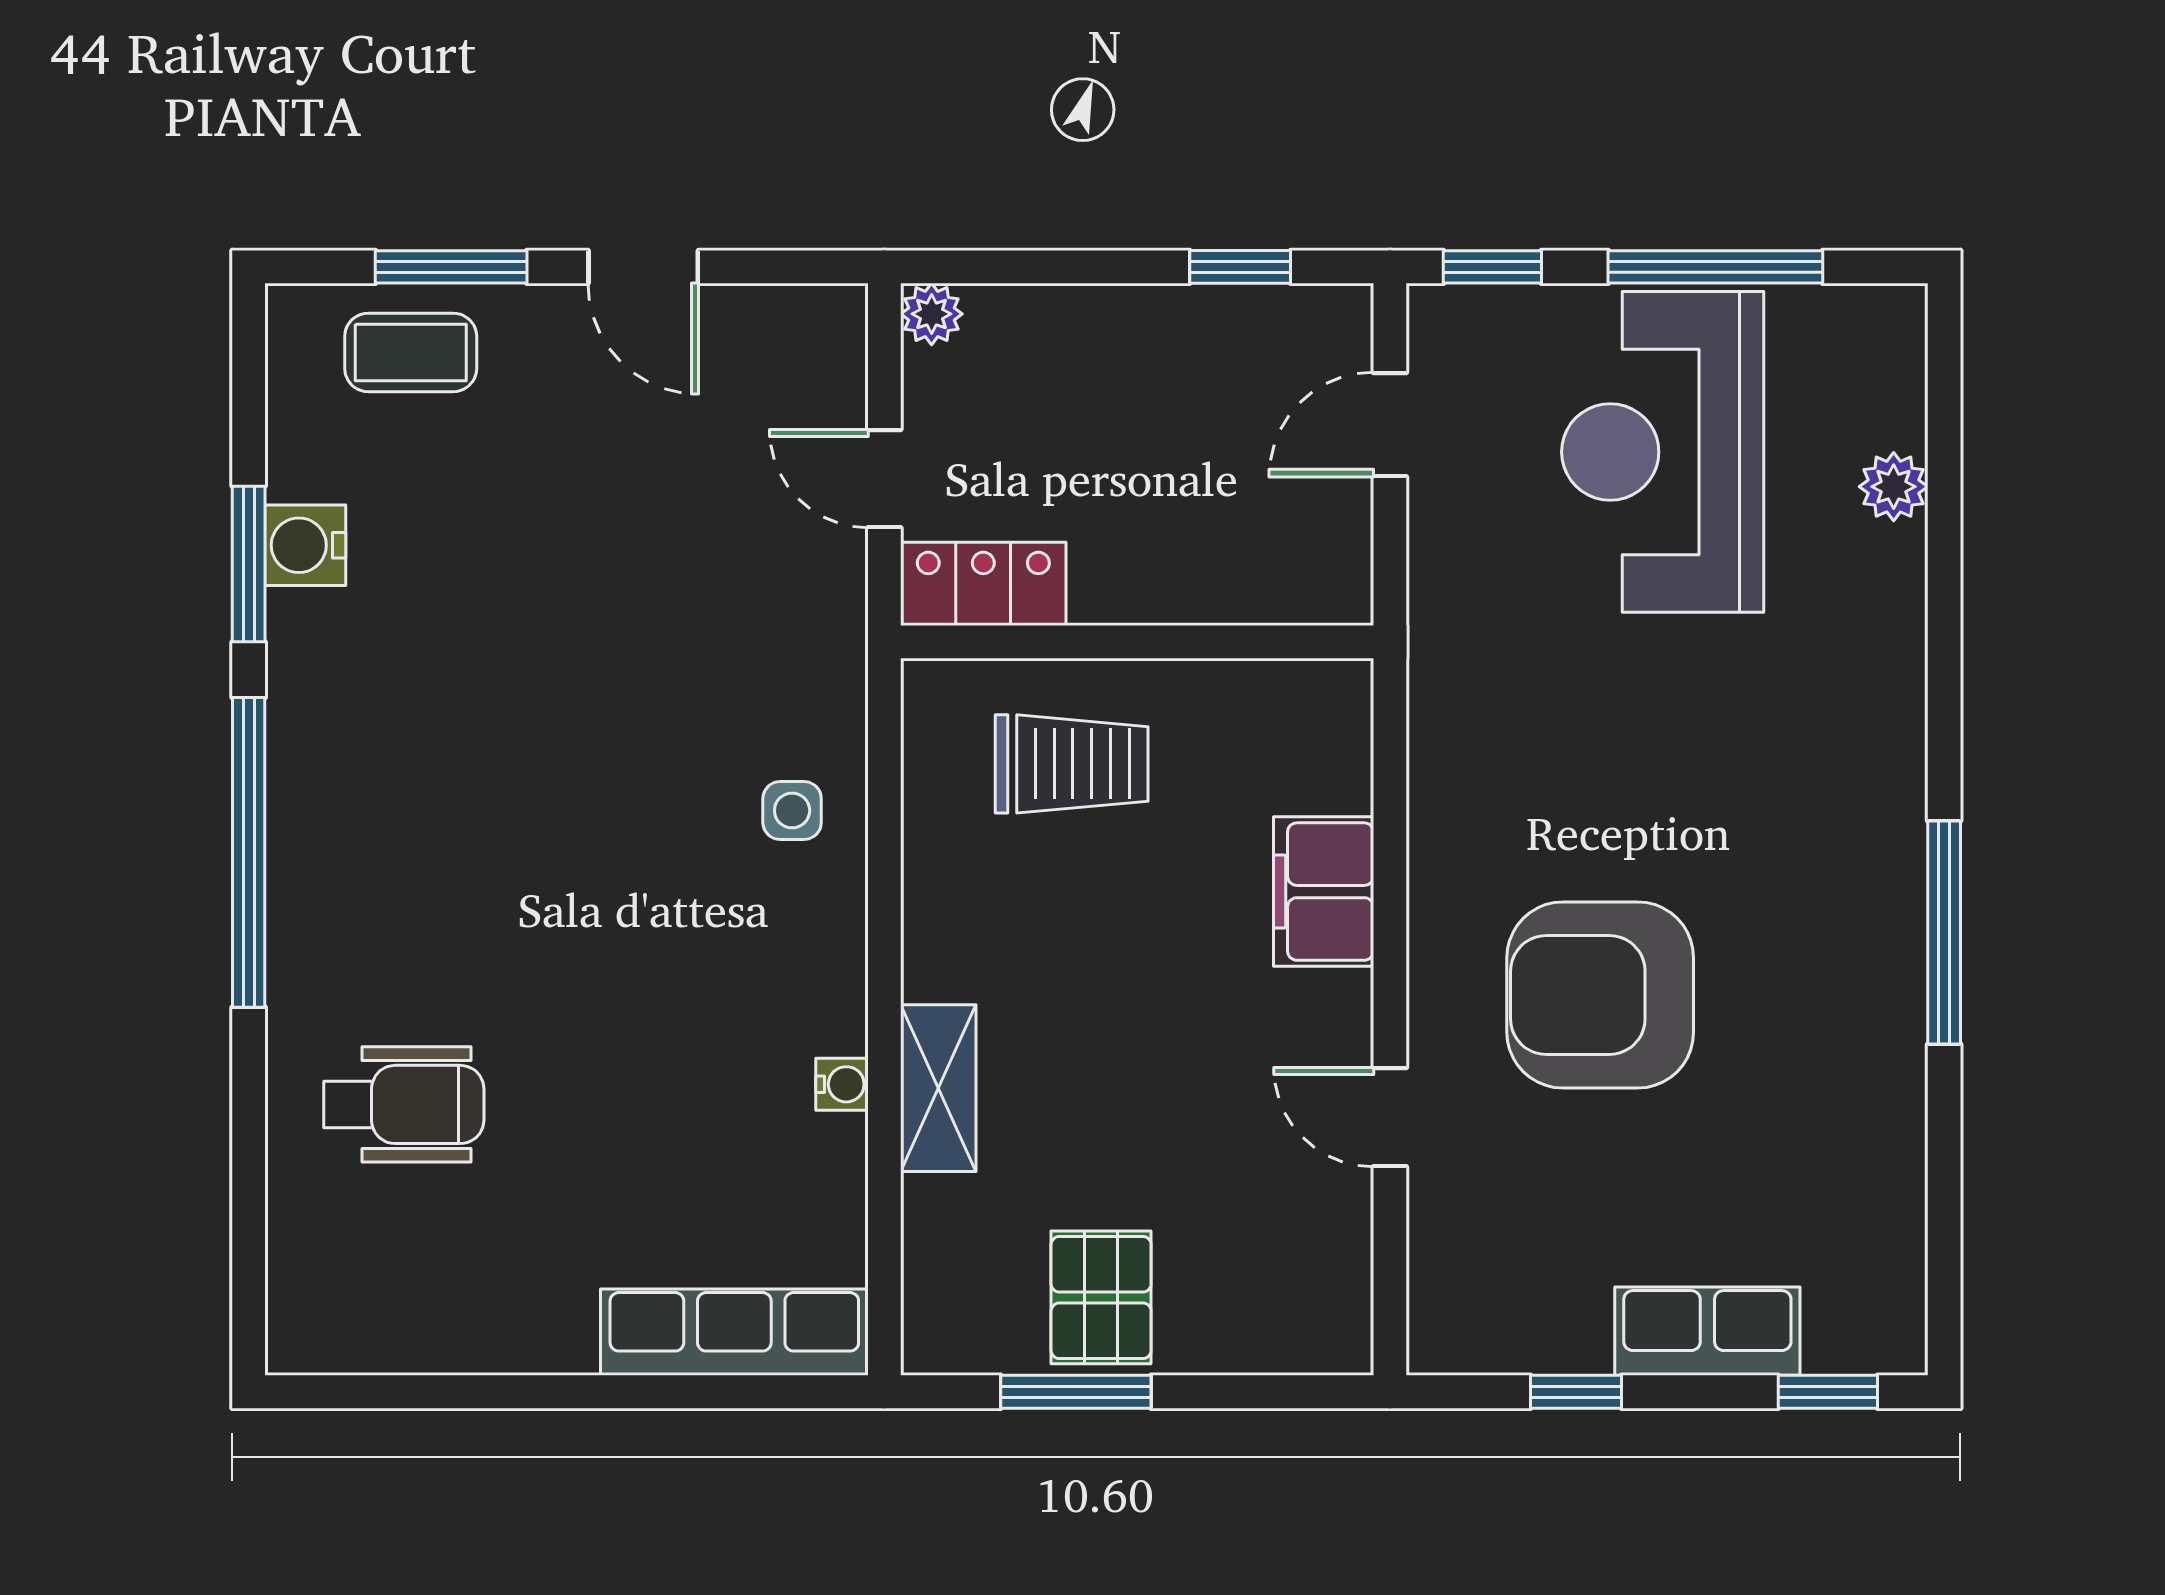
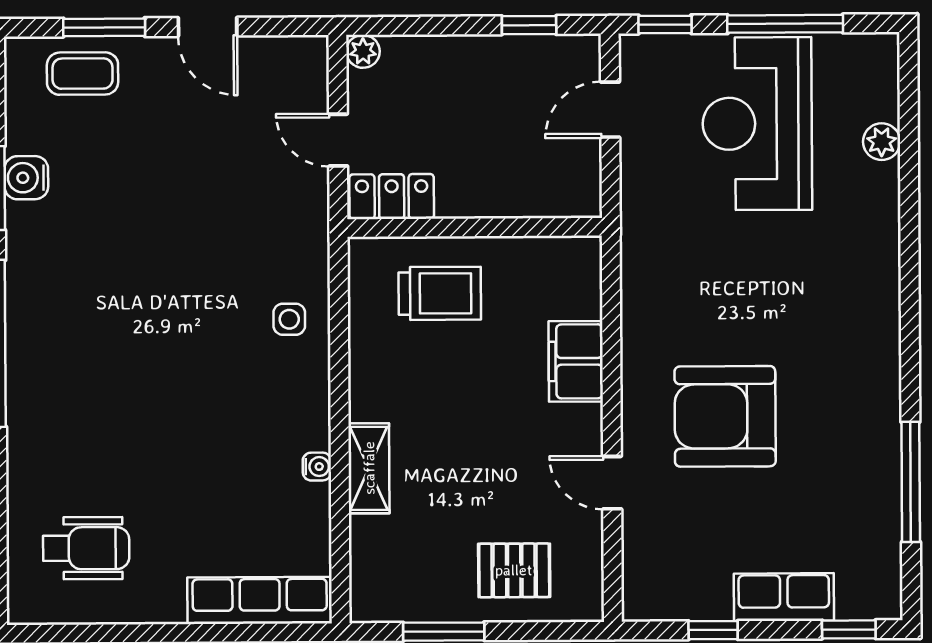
window: (1944, 932) -> (911, 482), moved
wheelchair: (404, 1104) -> (86, 548), moved
pallet: (1101, 1297) -> (514, 570), moved, turned 90

